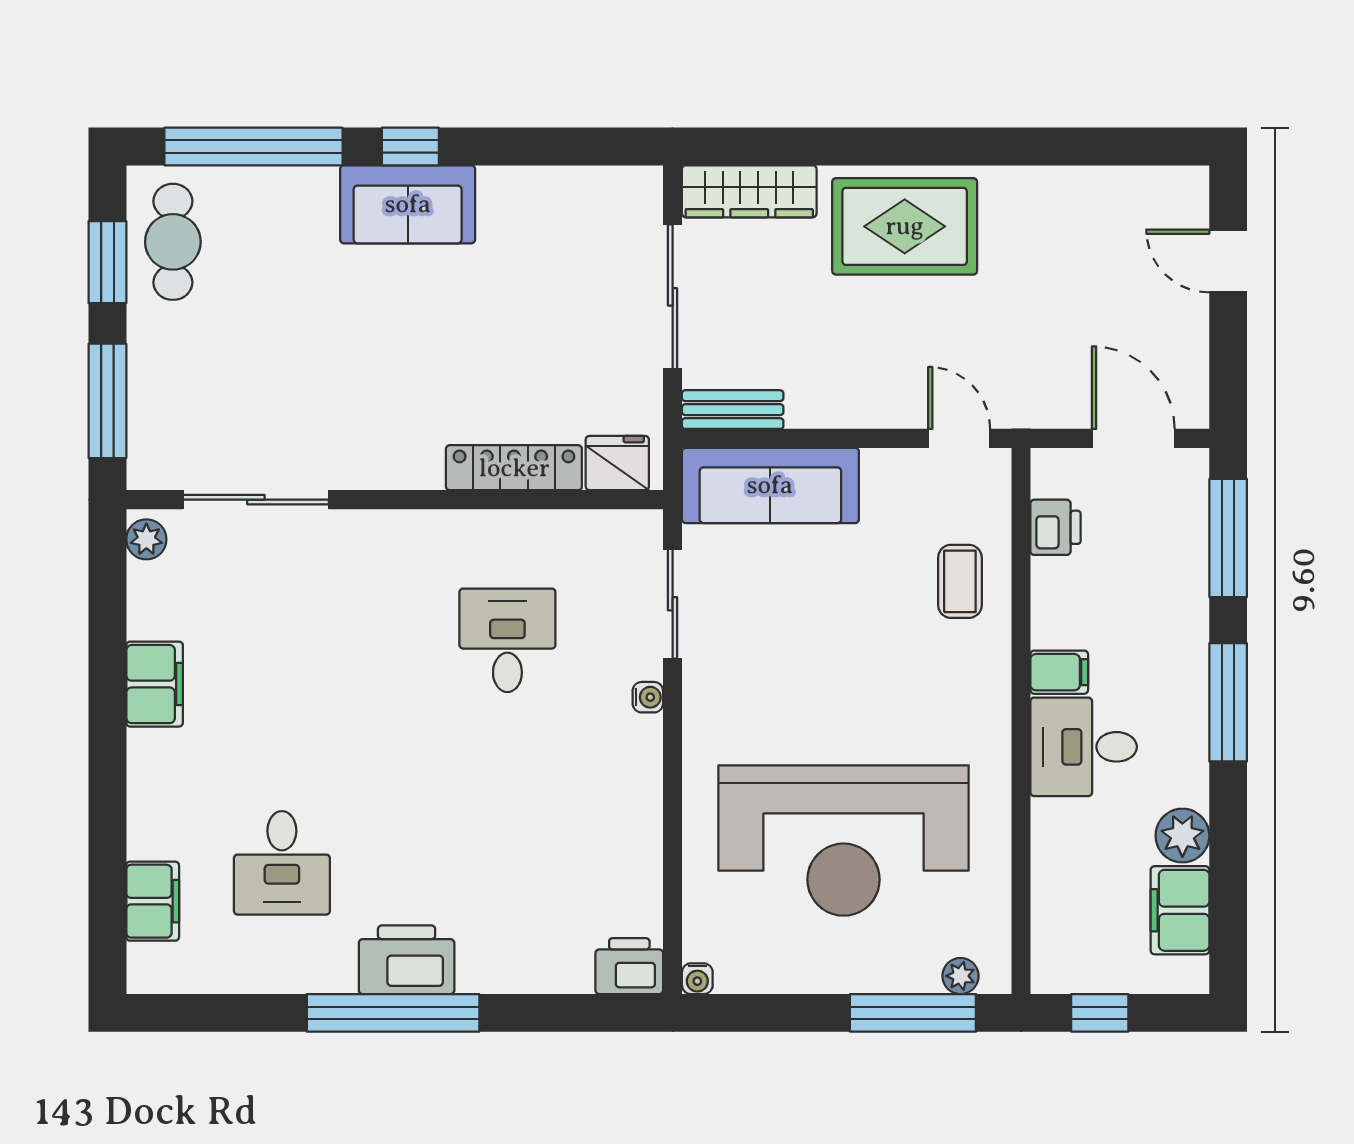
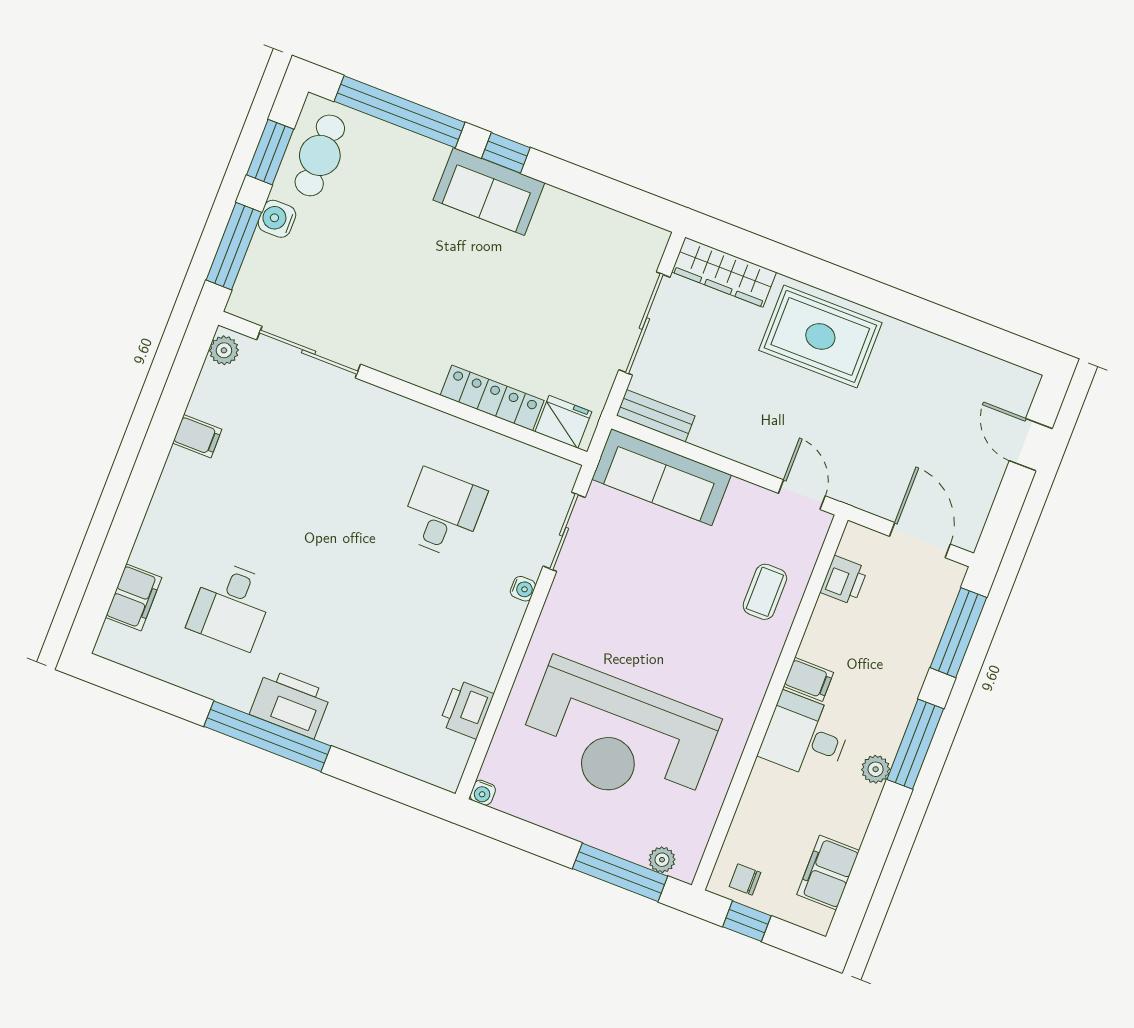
water cooler: (149, 344) -> (277, 219), added
filing cabinet: (155, 684) -> (197, 436), width x0.50
plant: (1182, 836) -> (876, 769), moved, width x0.73, depth x0.73
chair: (1077, 960) -> (745, 879), added
printer: (629, 966) -> (466, 709), moved, turned -90

